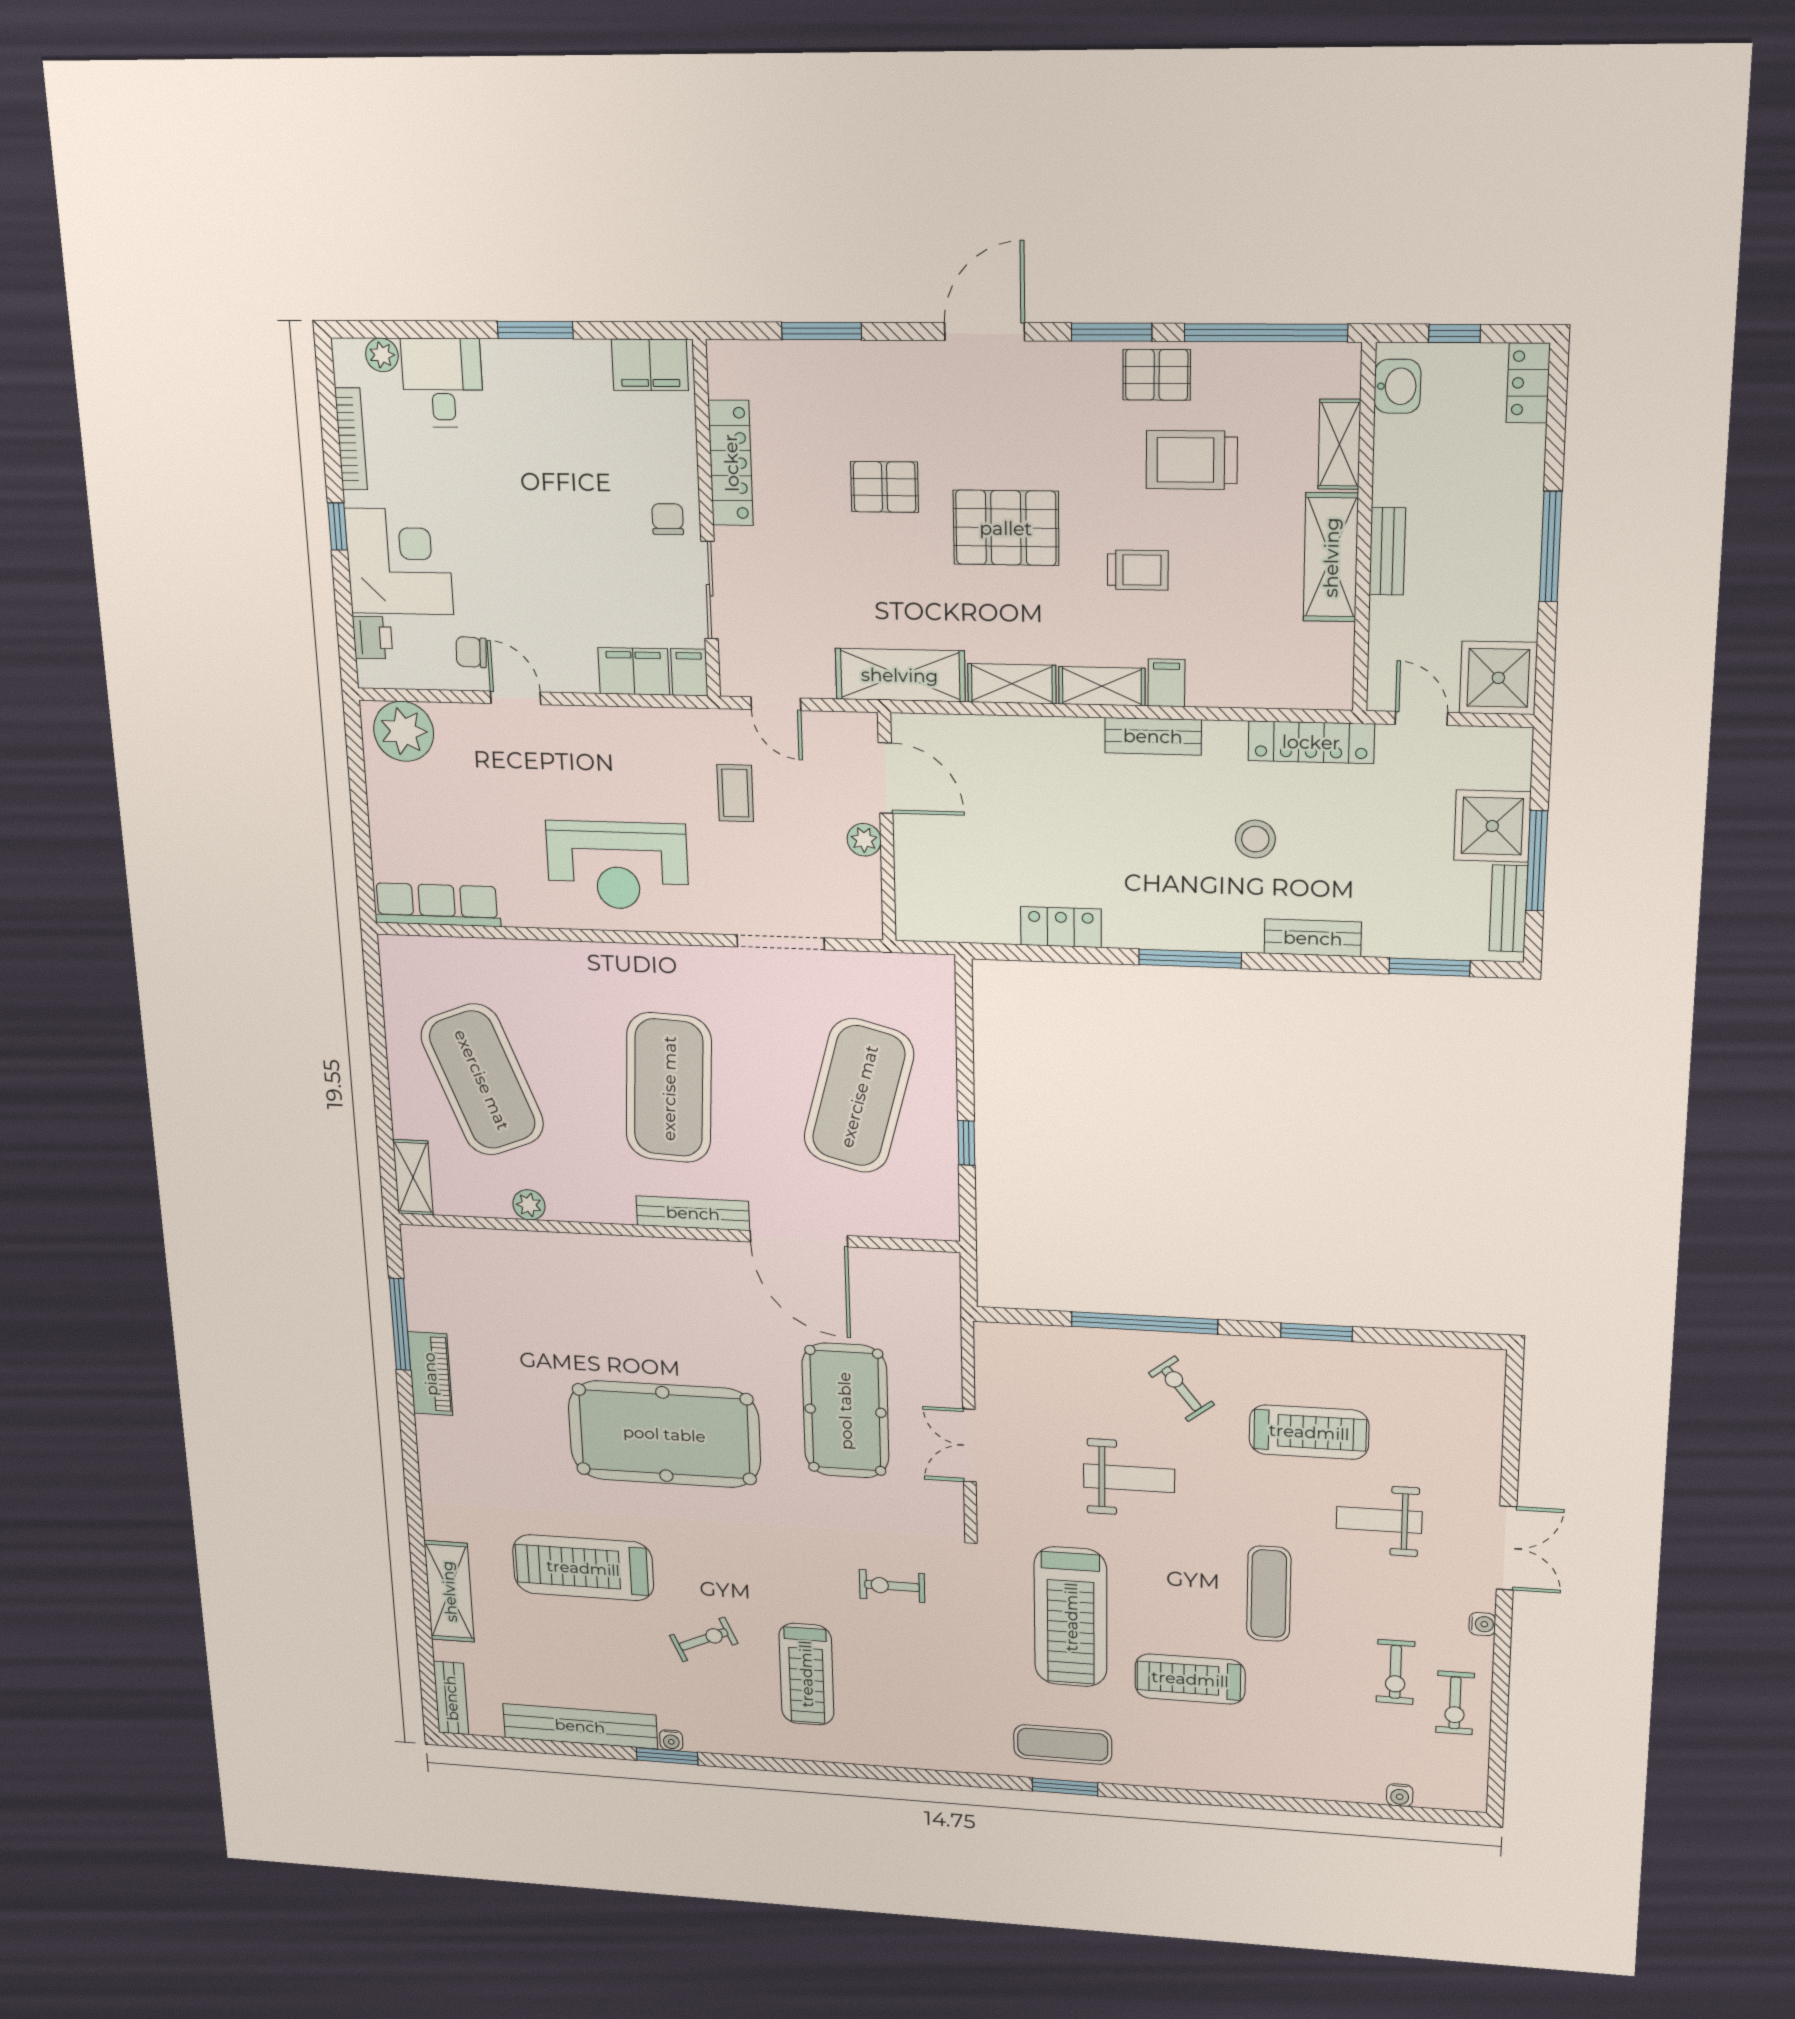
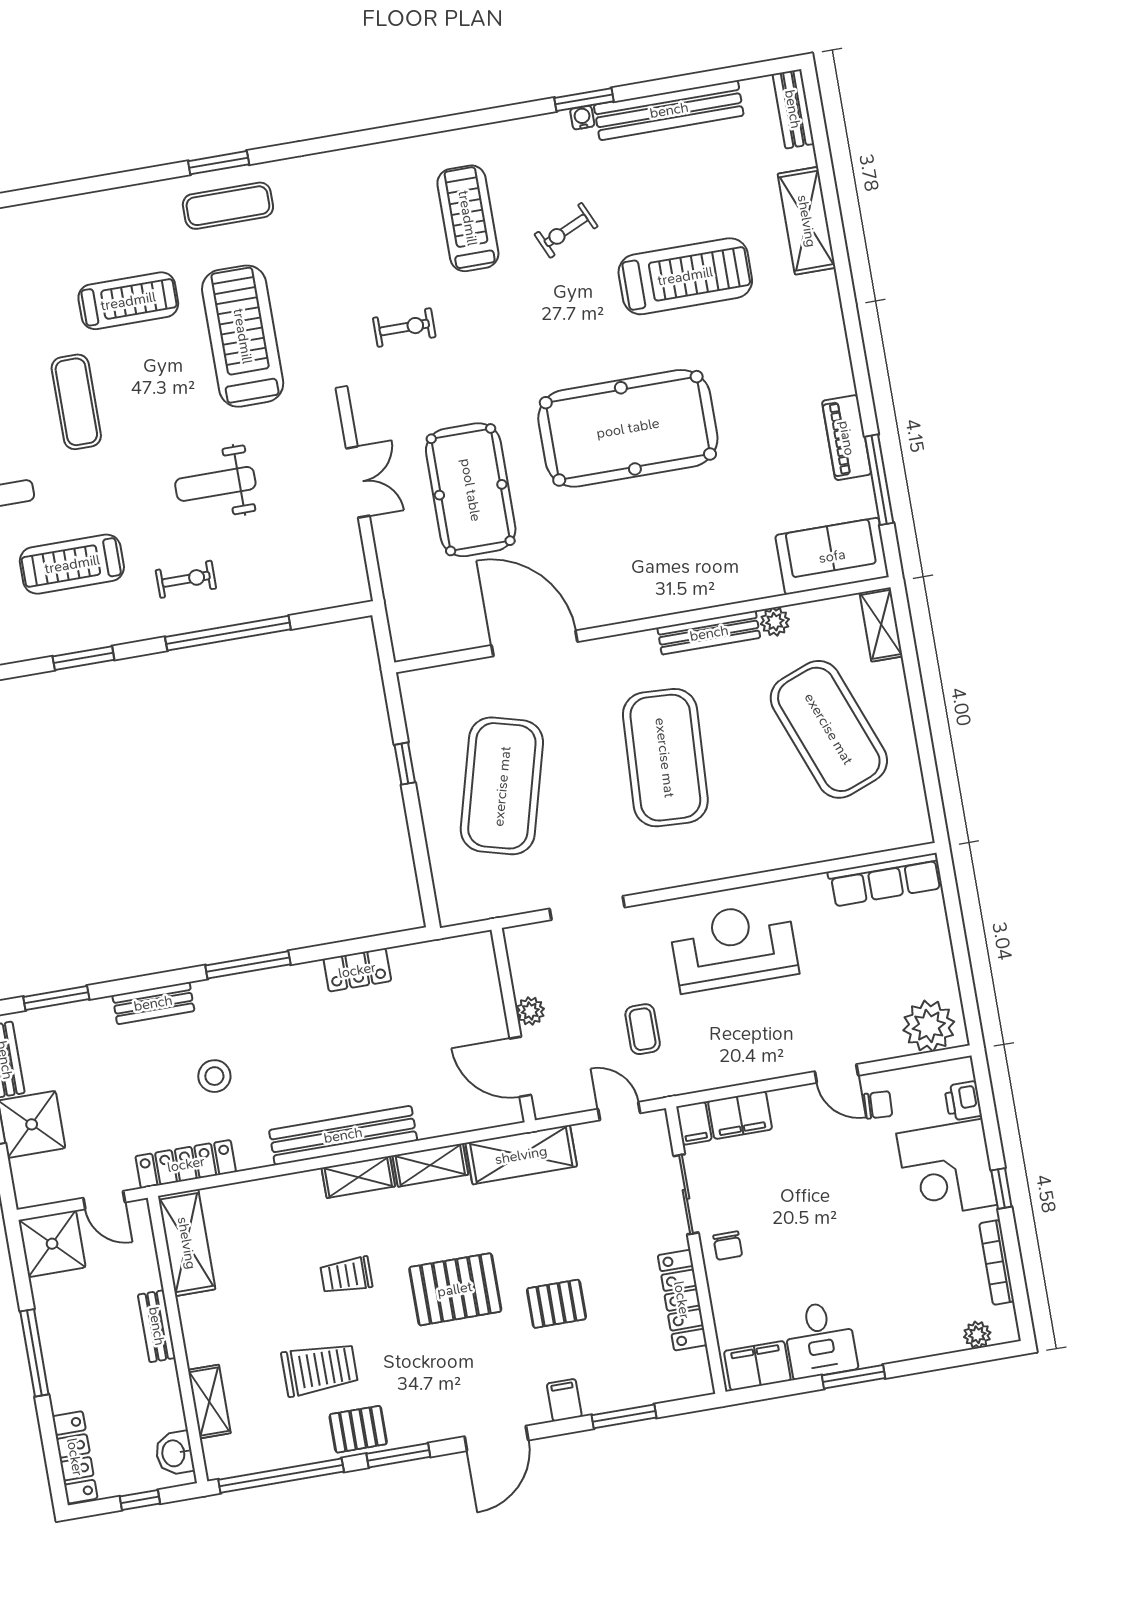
desk: (442, 383) -> (820, 1340), moved
locker: (1528, 383) -> (75, 1457), width x1.53
shelving: (1331, 557) -> (187, 1243), moved
filing cabinet: (1166, 683) -> (564, 1400), moved, turned 180
bench: (1153, 736) -> (343, 1135), width x1.86, depth x1.21
bench: (693, 1213) -> (709, 633), moved
sofa: (459, 1259) -> (832, 556), added
exercise bike: (1181, 1389) -> (186, 579), turned -52

